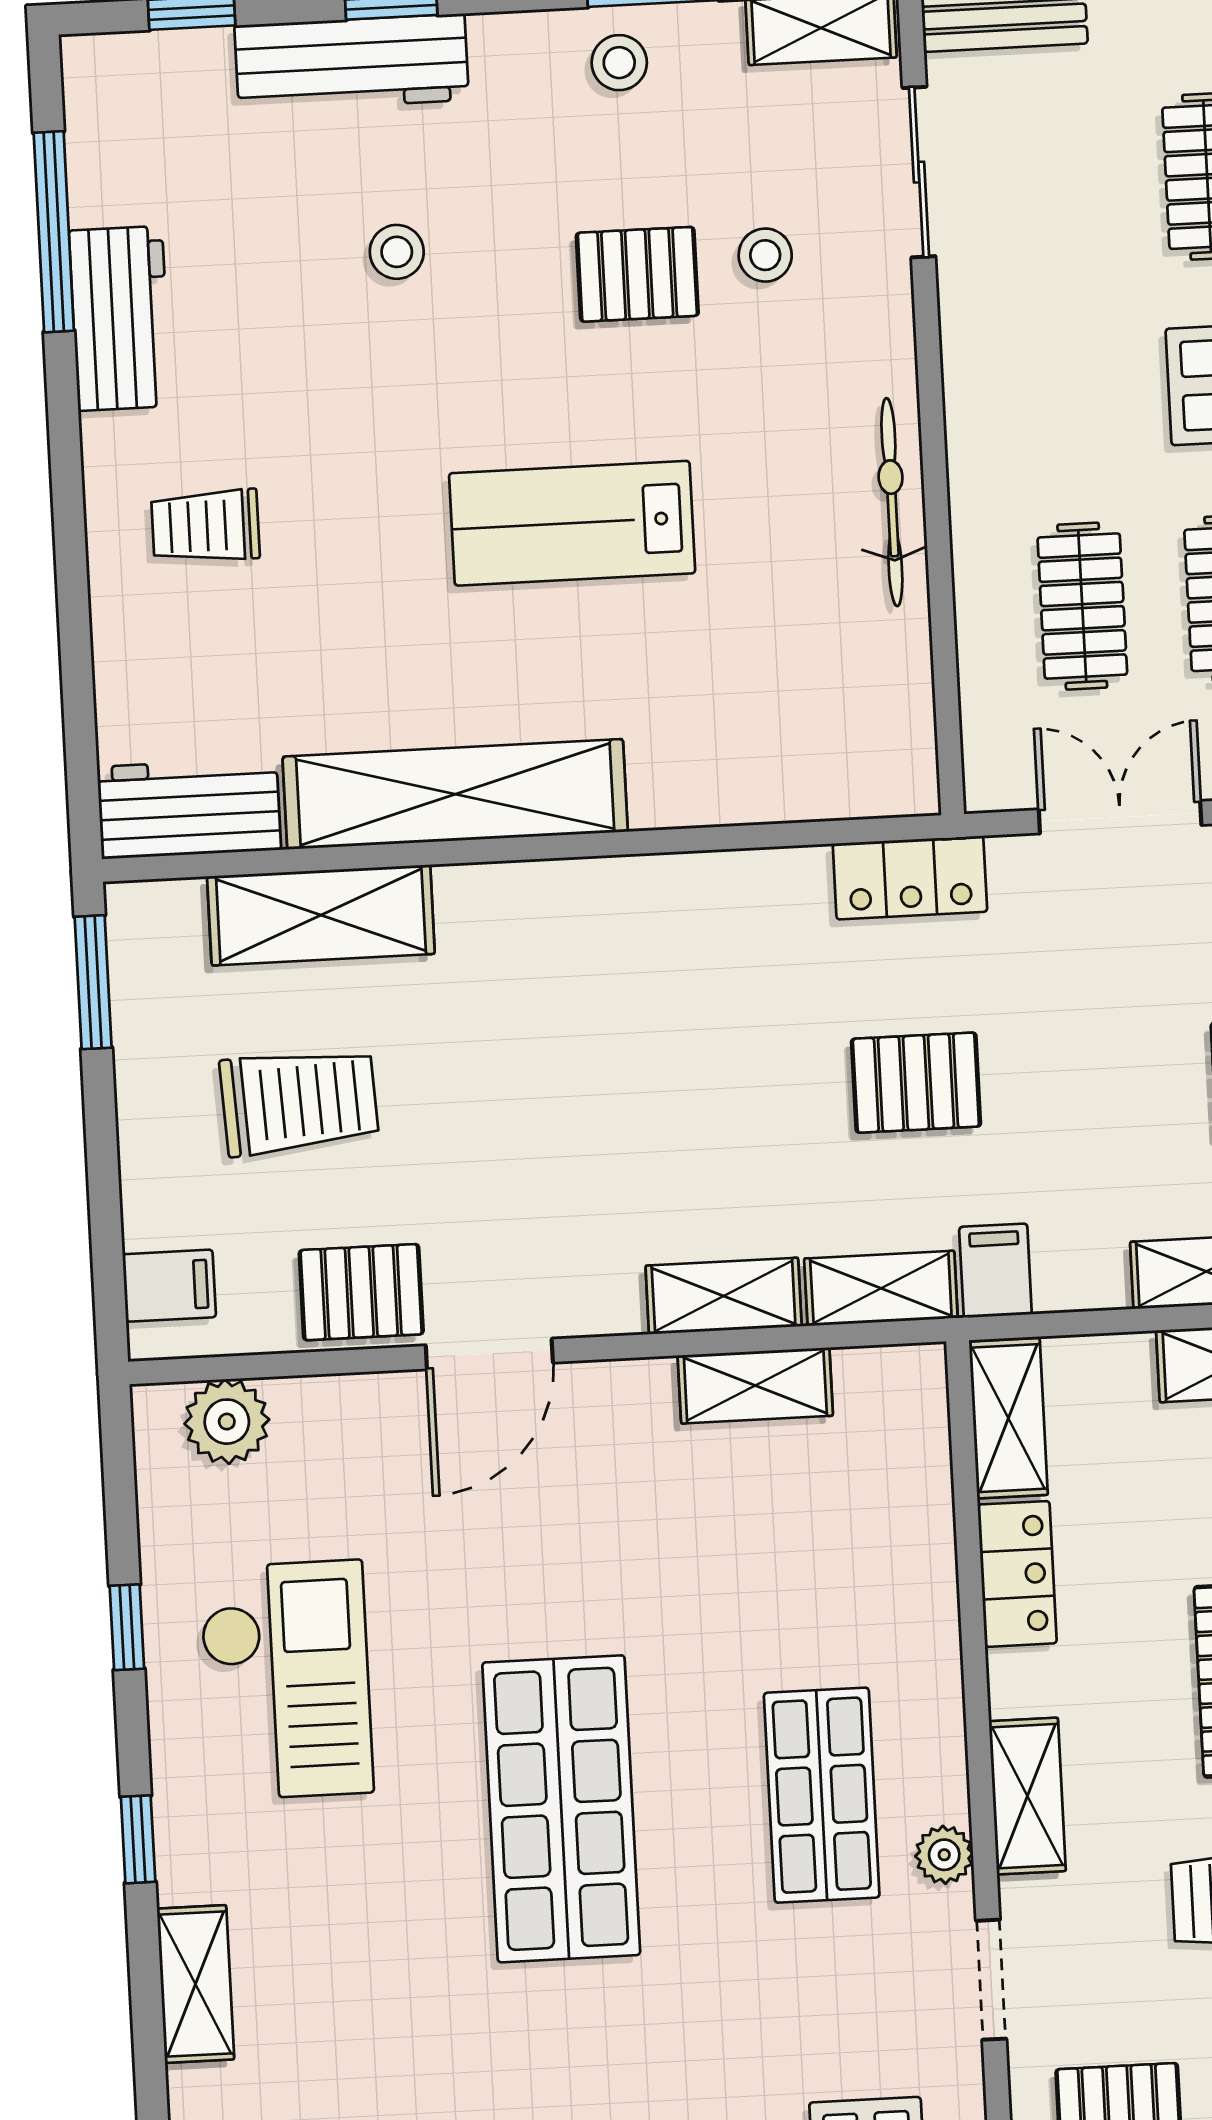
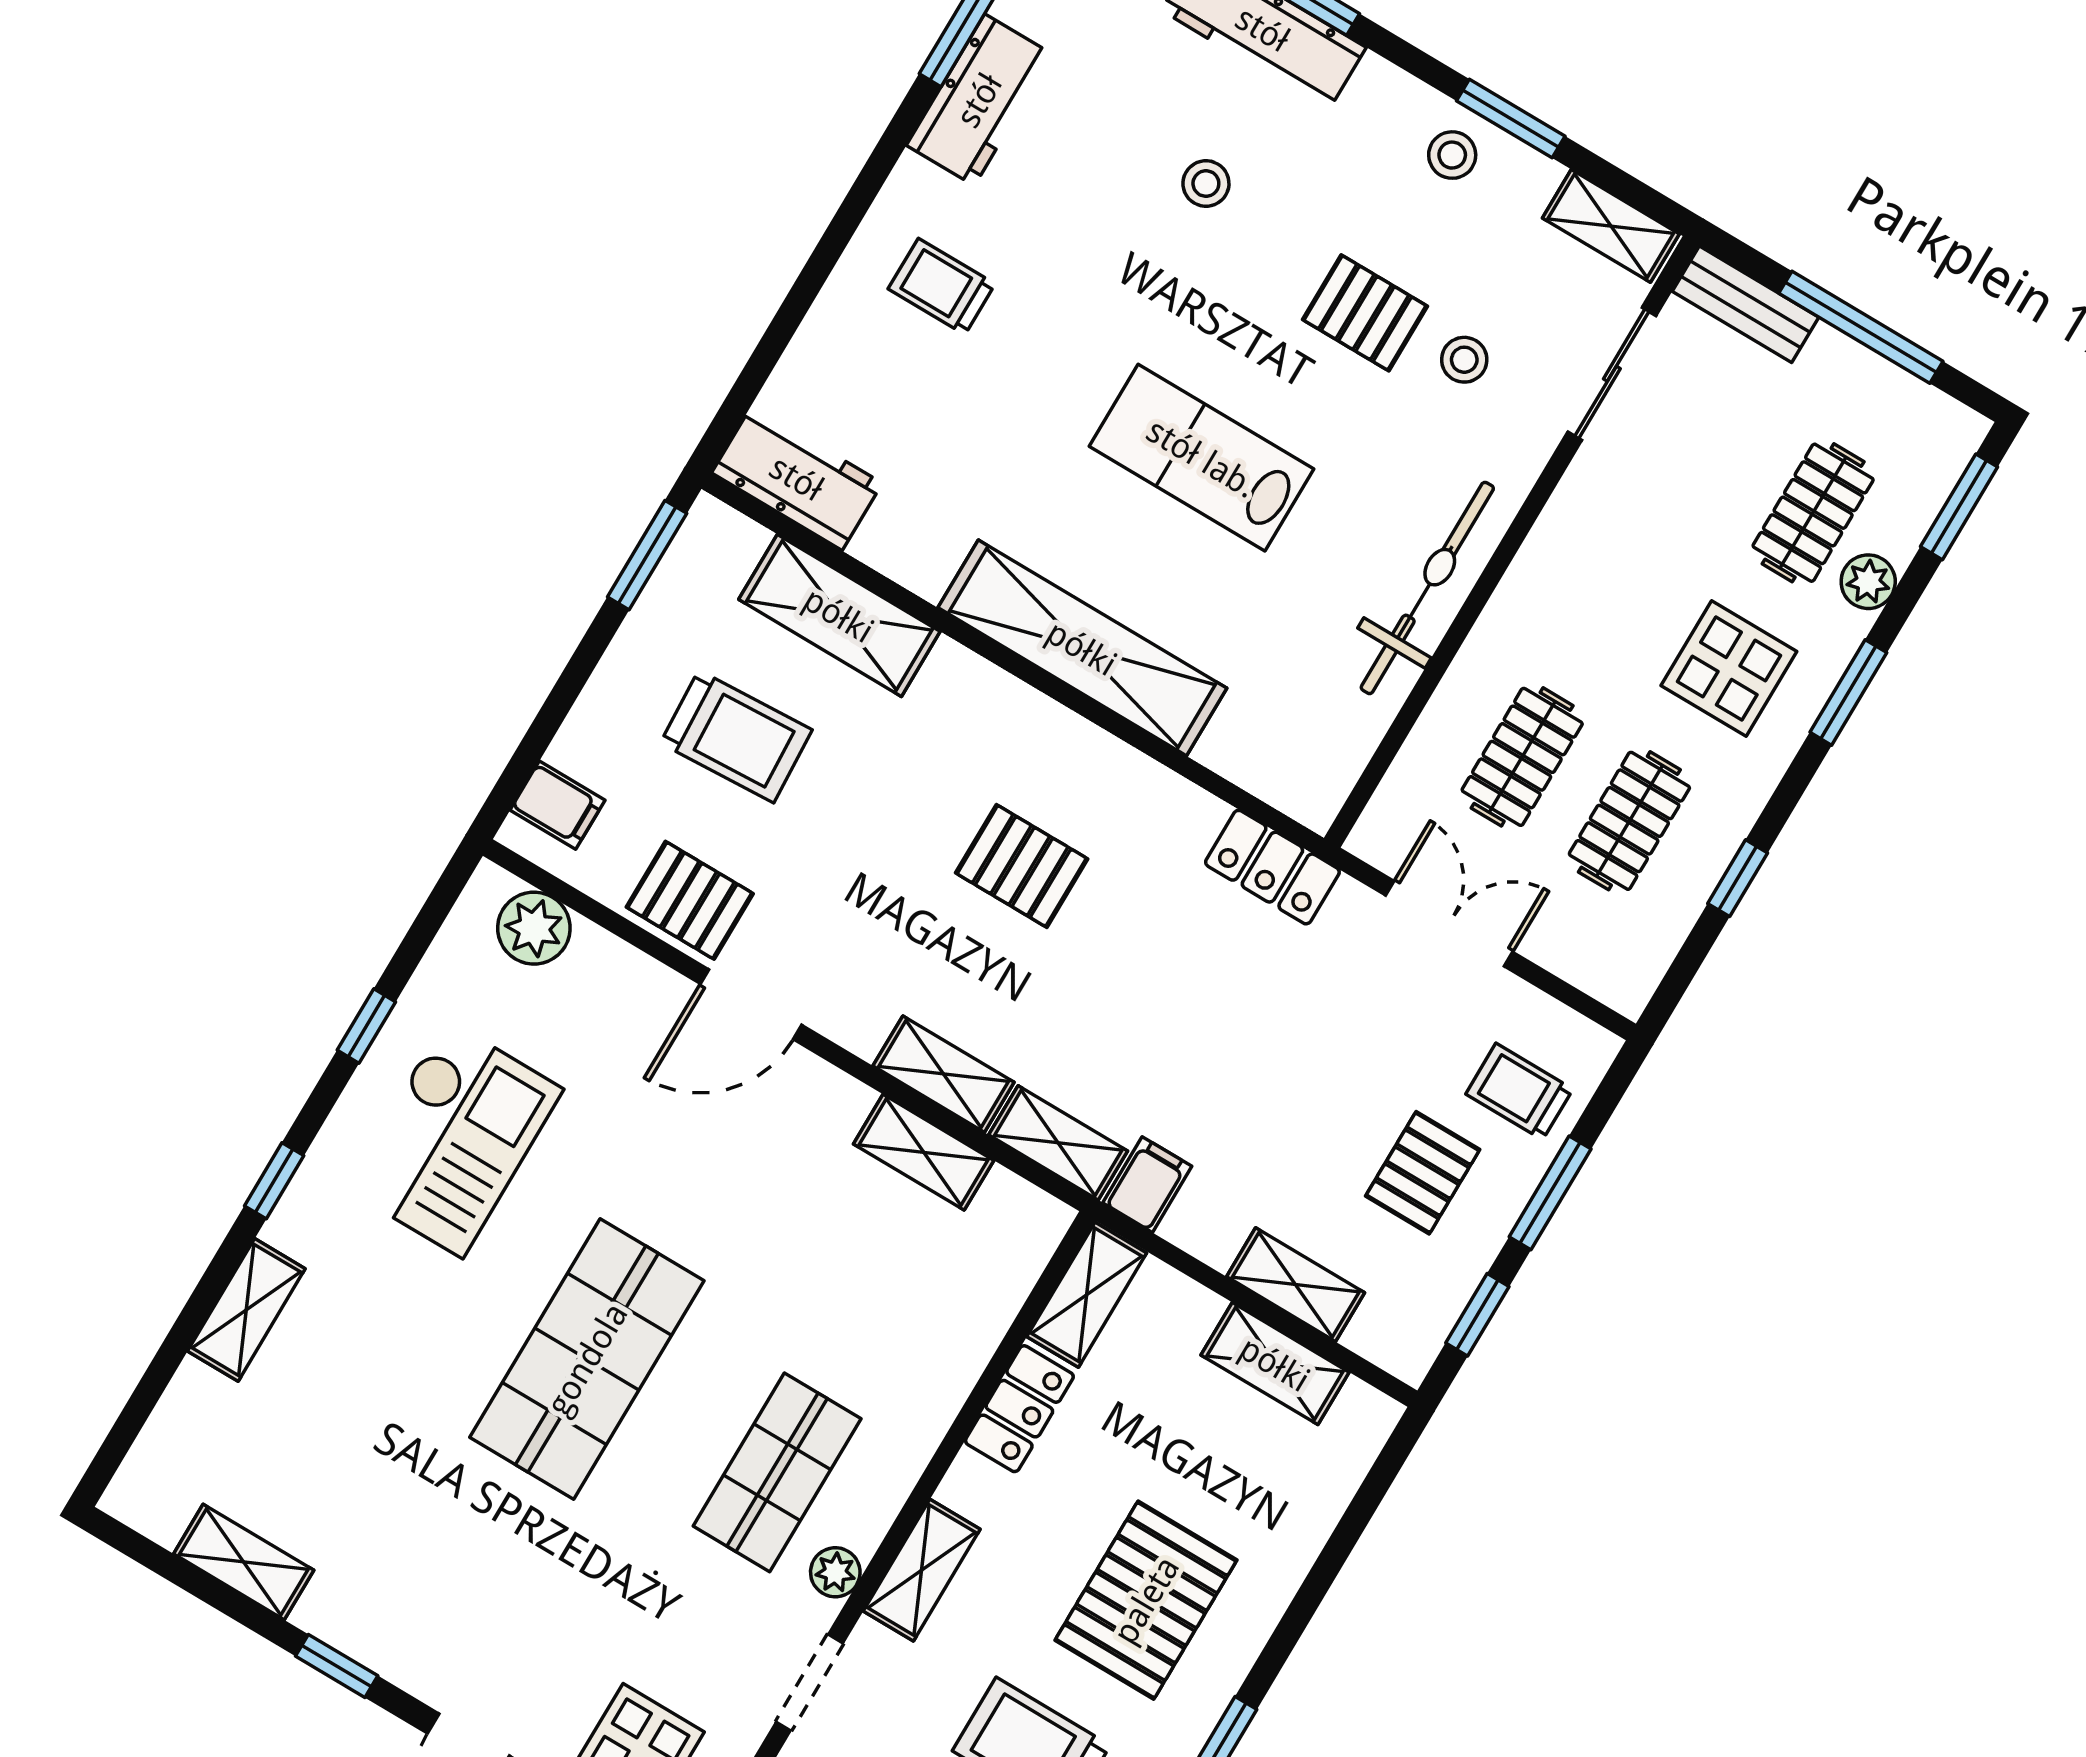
bicycle: (892, 502) -> (1427, 588), width x1.37, depth x1.40
shelving: (455, 794) -> (1082, 648), moved
pallet: (916, 1083) -> (1022, 866), moved

